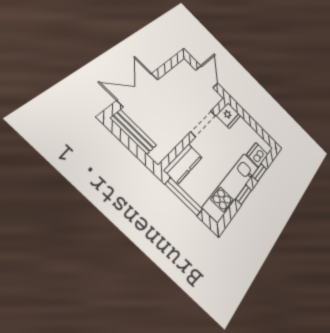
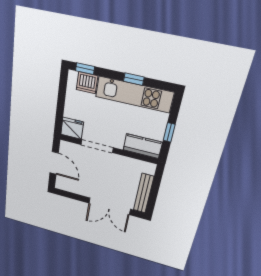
door: (207, 77) -> (54, 163), swing flipped
window: (259, 173) -> (85, 69), moved
window: (184, 197) -> (169, 132), width x0.46

